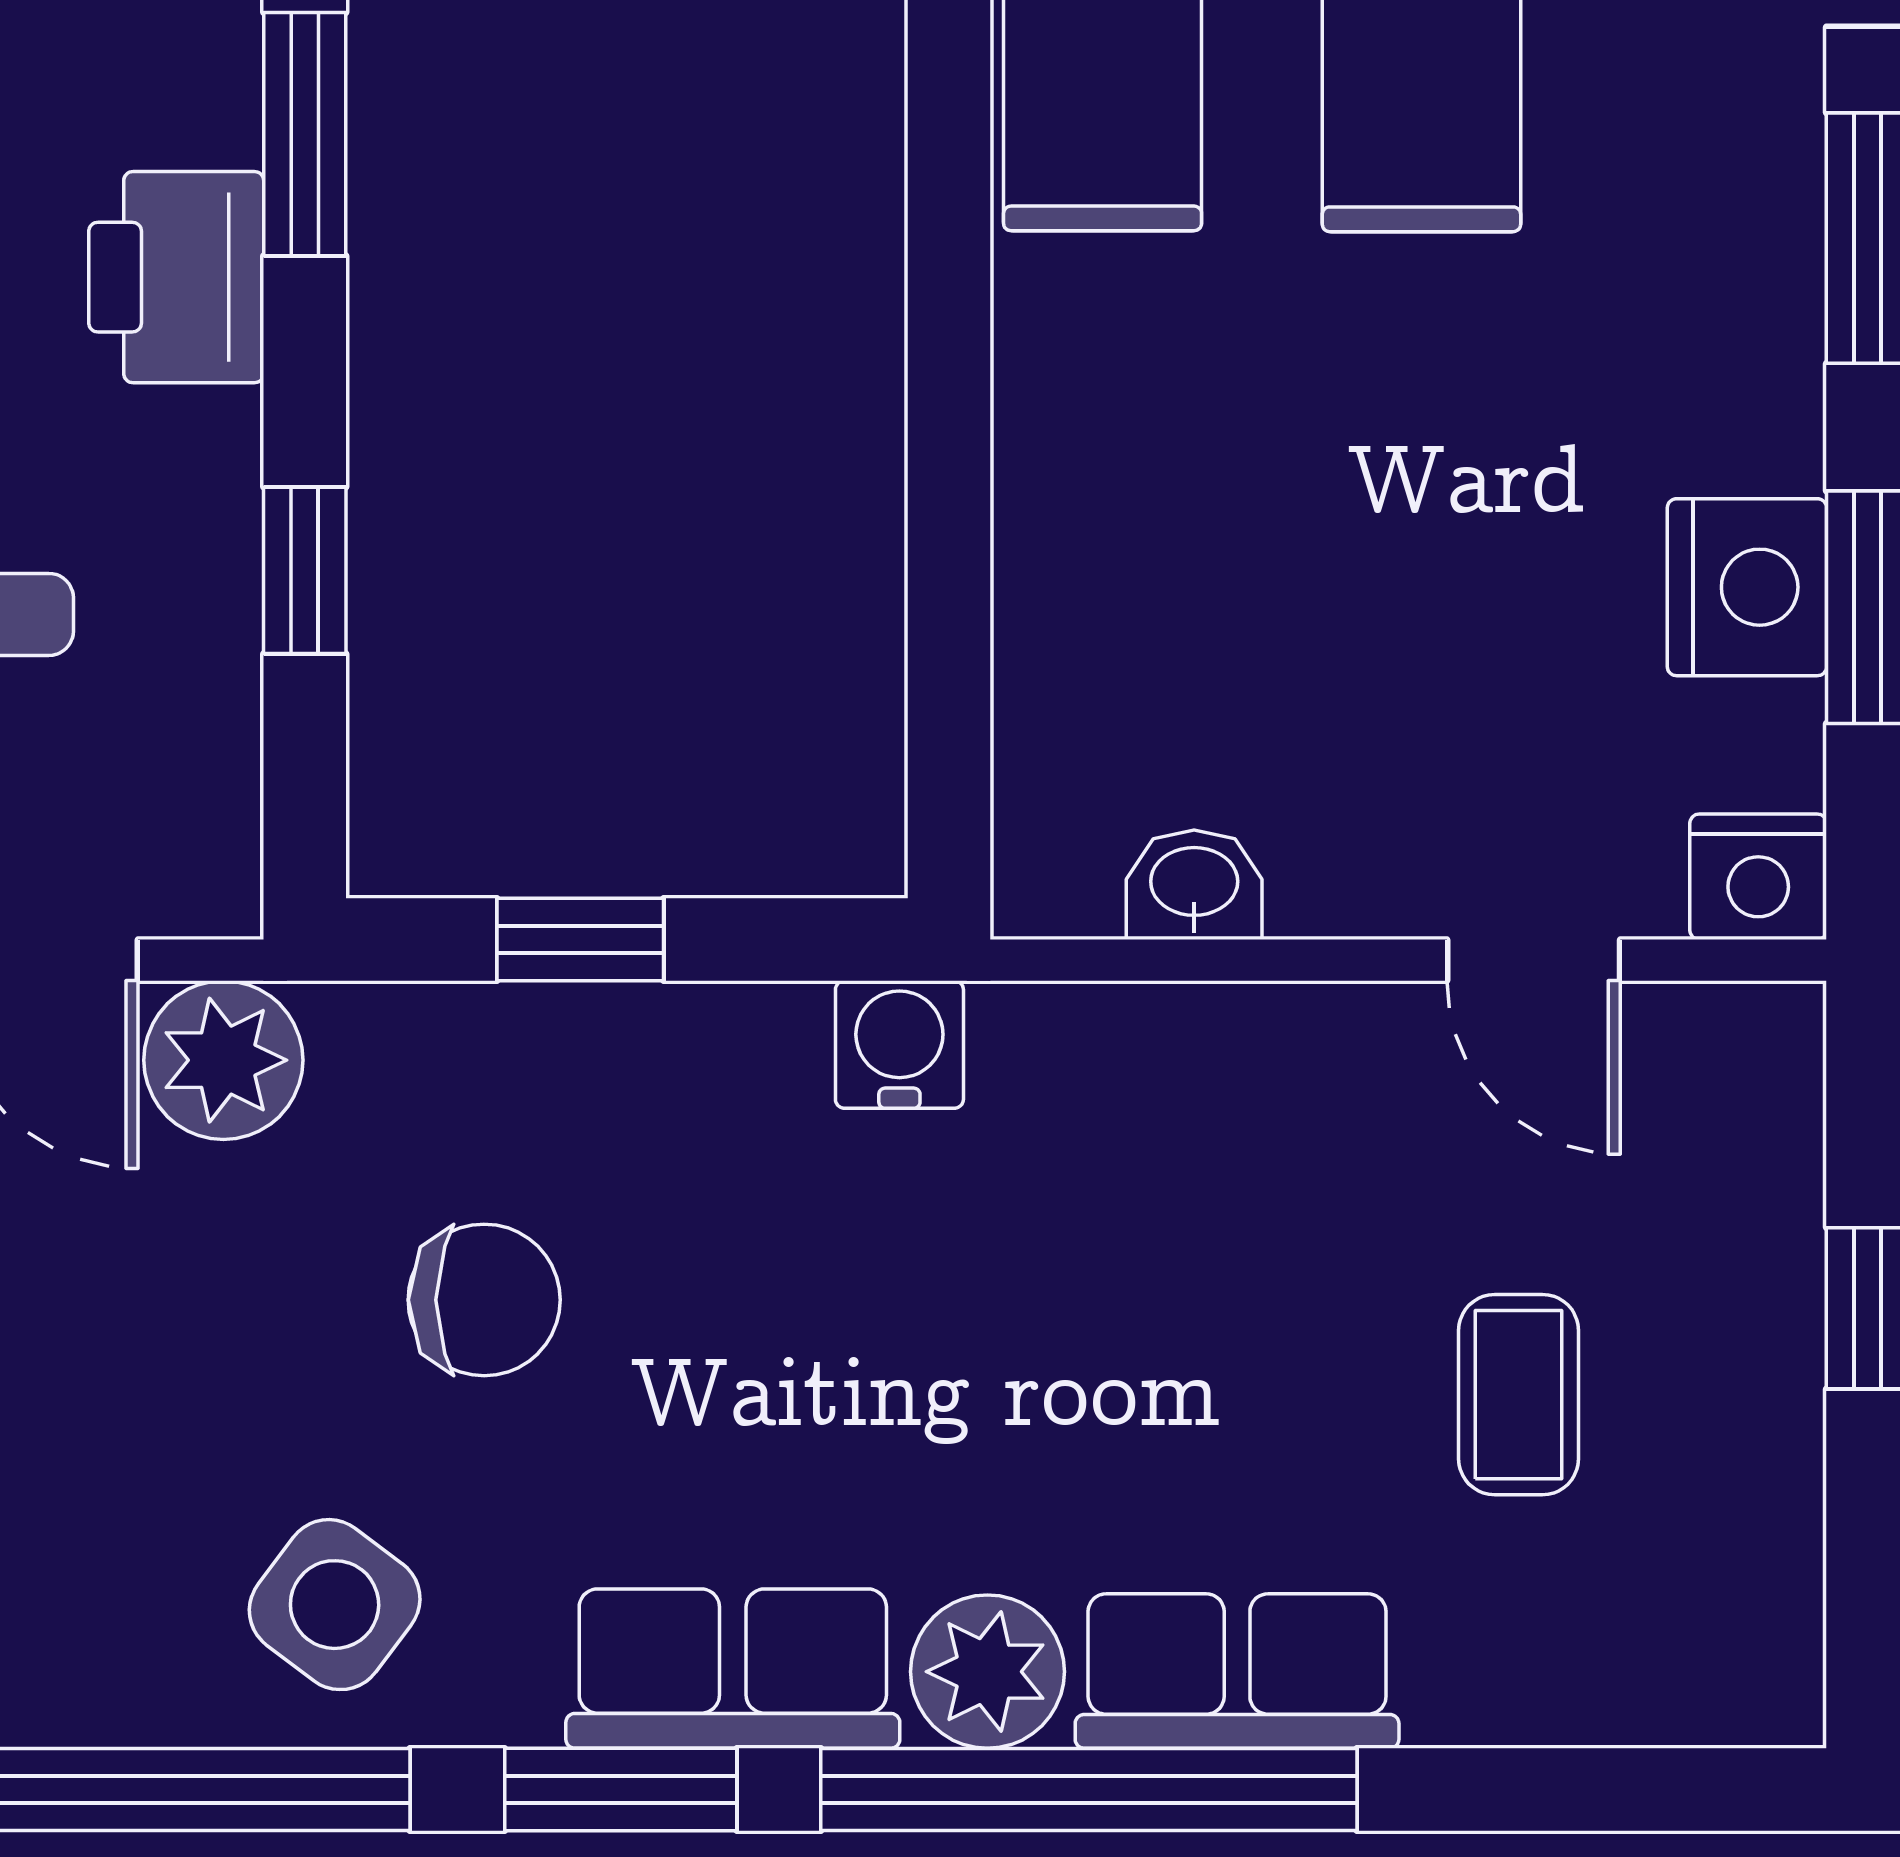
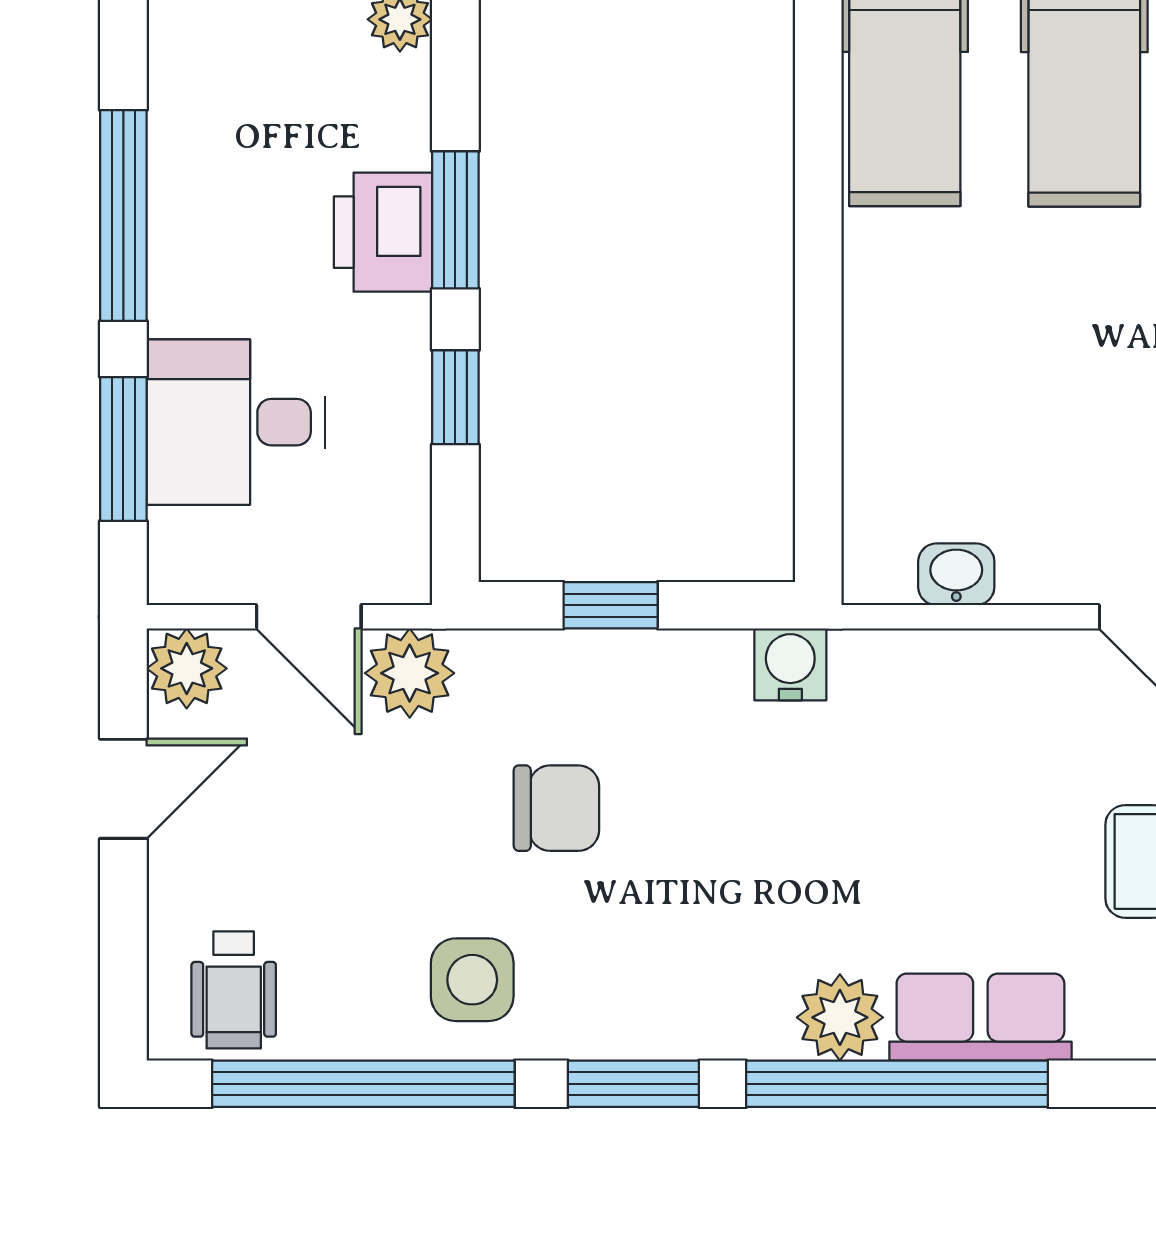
window: (305, 134) -> (455, 220), moved
side table: (335, 1605) -> (472, 980), turned -37
row of seats: (733, 1669) -> (696, 1016), removed

